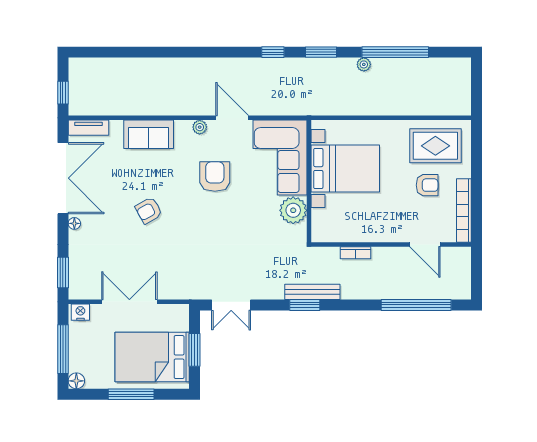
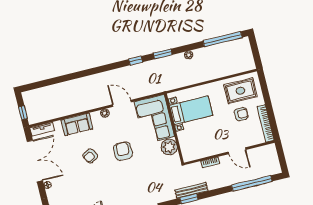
window: (395, 52) -> (223, 39), moved
bed with nightstands: (345, 169) -> (191, 110), width x0.73
armchair: (215, 177) -> (123, 151), moved
armchair: (149, 210) -> (90, 156), moved
door: (425, 245) -> (237, 151), moved

